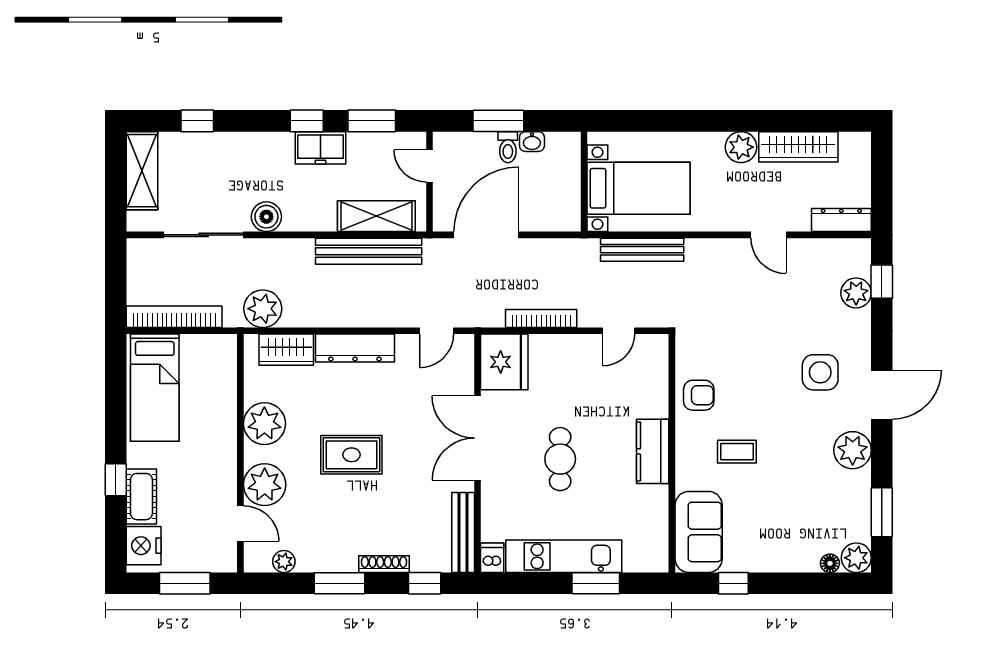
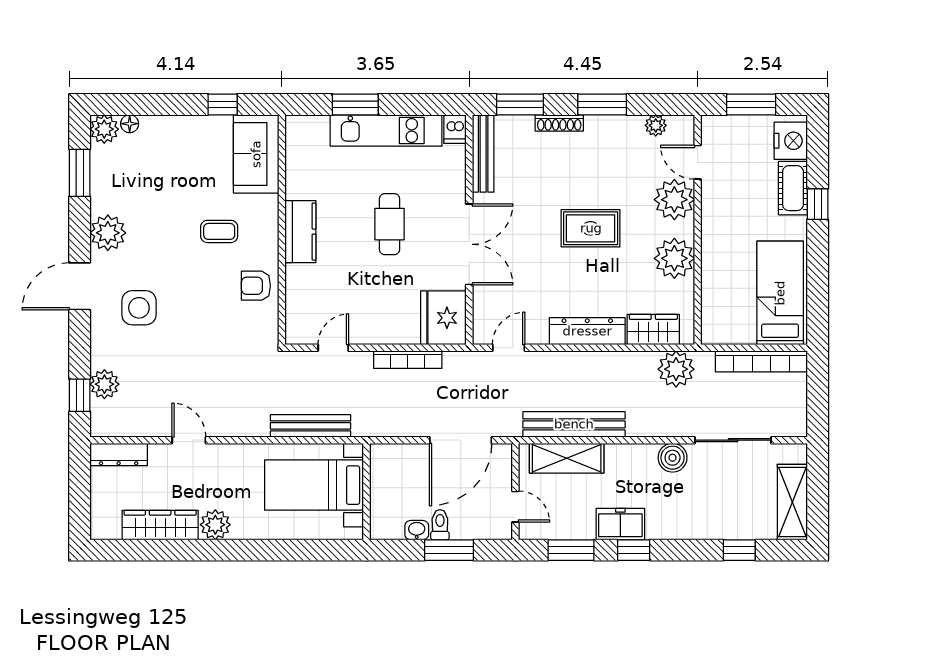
window: (425, 583) -> (520, 104), width x1.50

